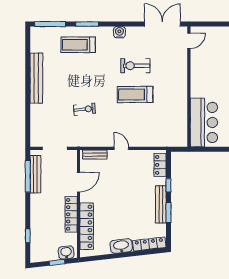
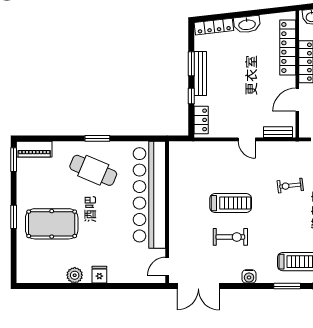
bar counter: (204, 122) -> (149, 195), width x1.86

